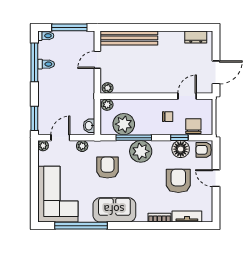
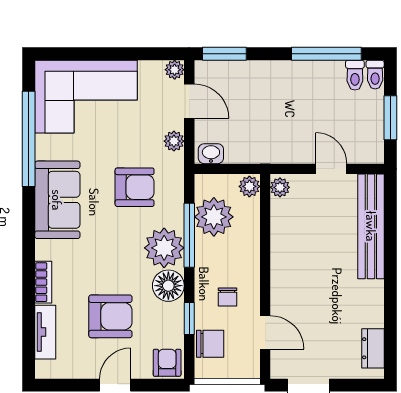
window: (69, 27) -> (390, 118), width x0.69
toilet: (46, 64) -> (355, 75), moved
floor lamp: (181, 149) -> (168, 286), moved

